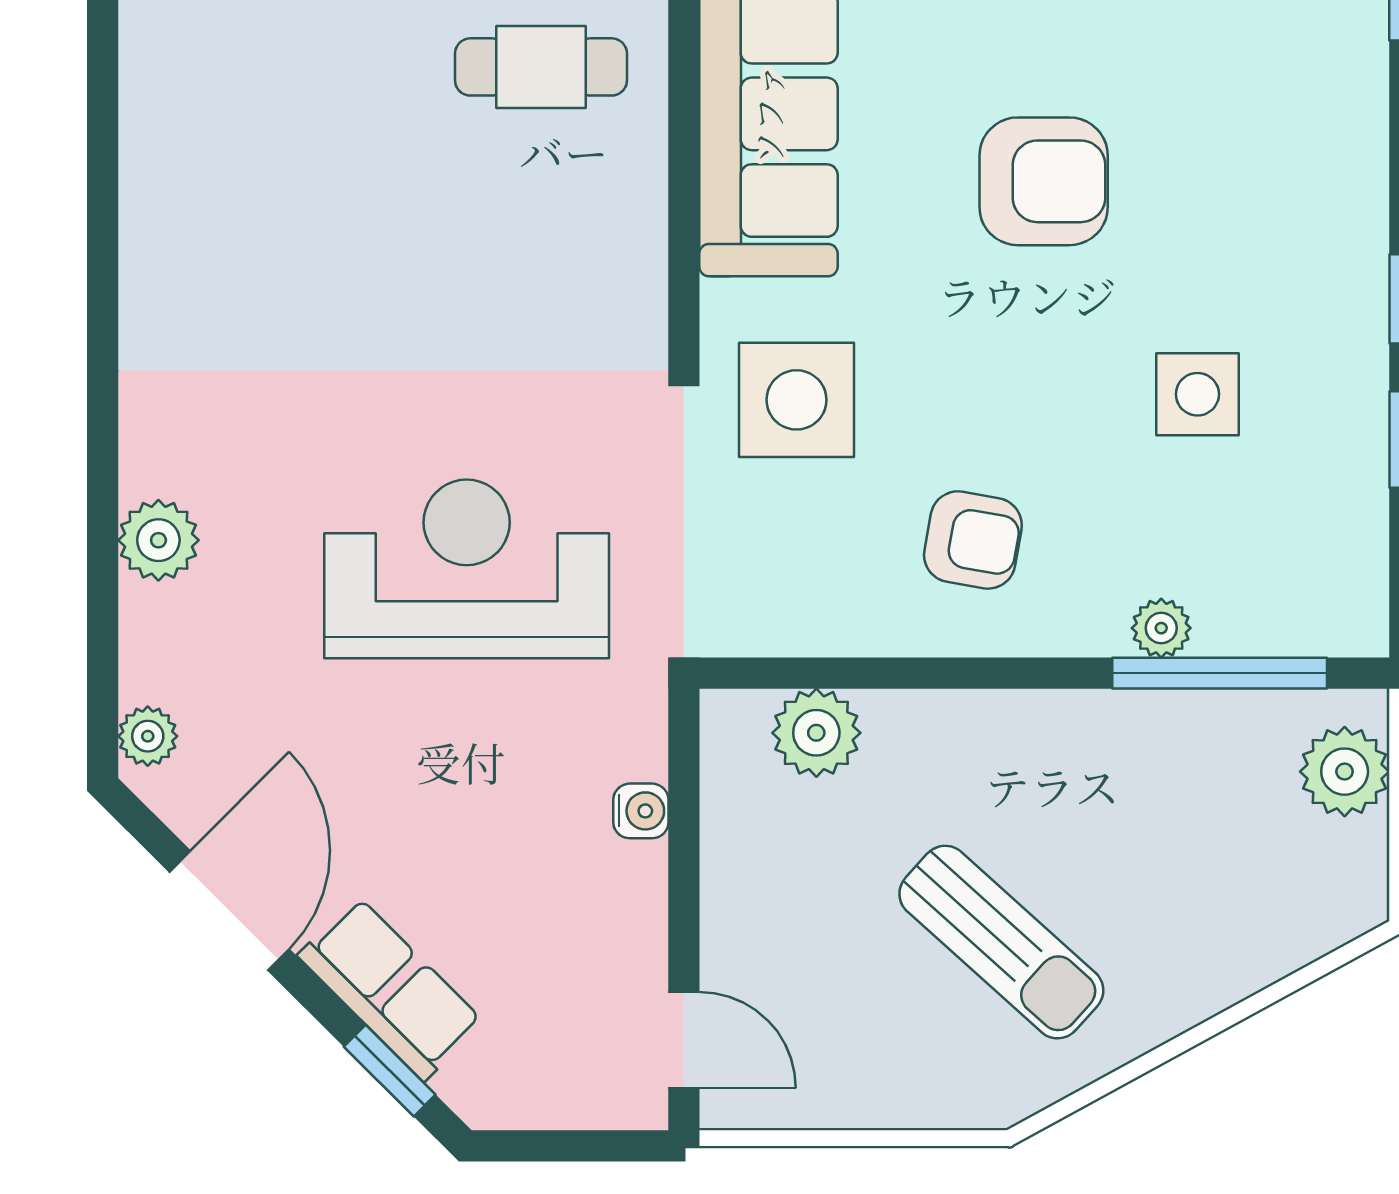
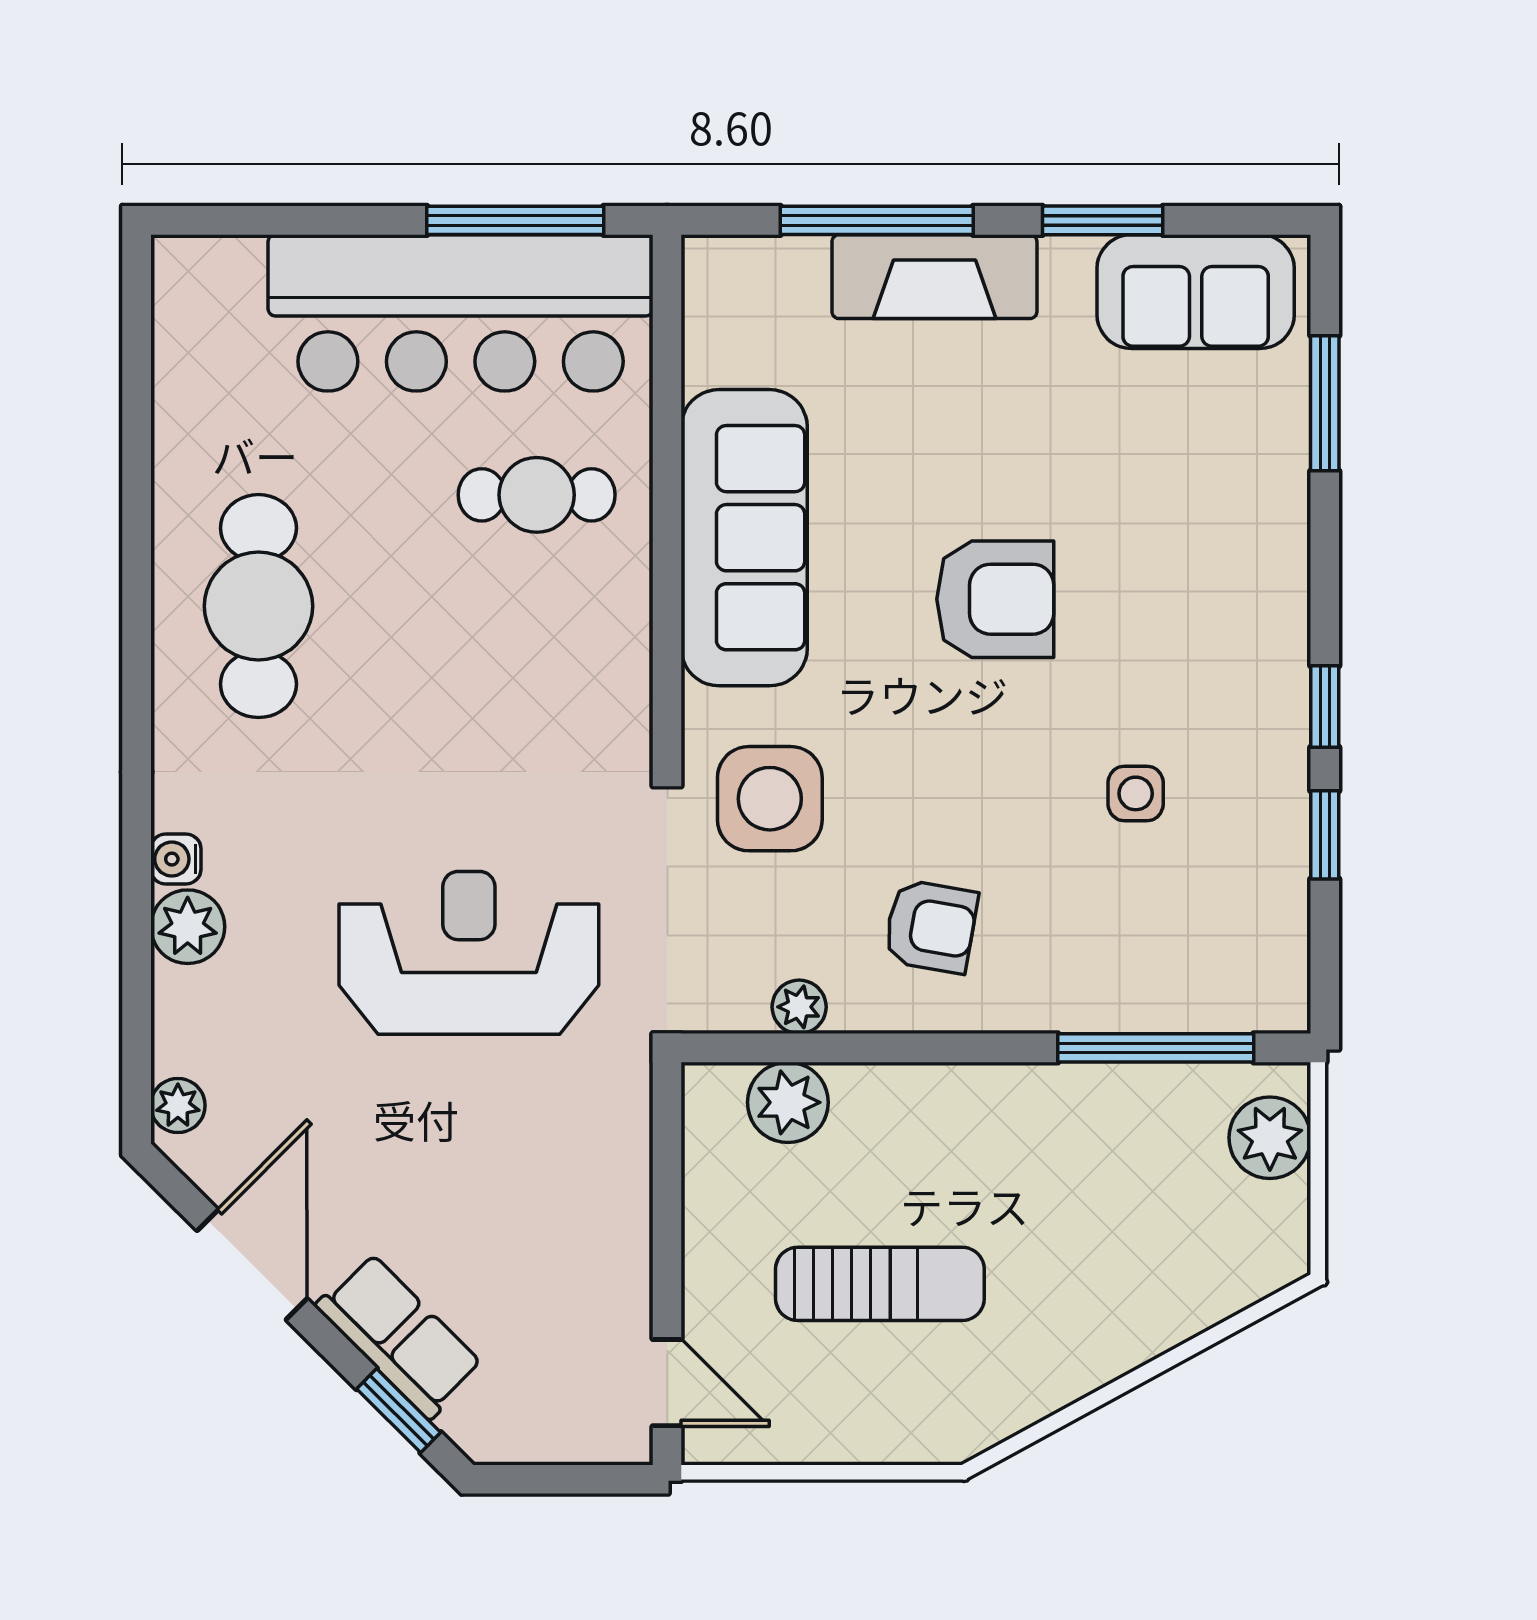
cafe table: (236, 189) -> (258, 606), added
side table: (1197, 394) -> (1136, 793), width x0.73, depth x0.73
plant: (1161, 628) -> (799, 1007), moved
water cooler: (641, 811) -> (176, 859), moved, turned 180
sun lounger: (1001, 942) -> (880, 1284), moved, turned -42

